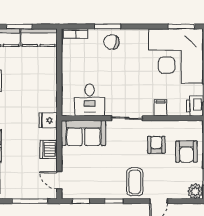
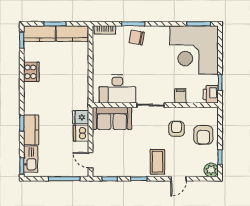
desk: (90, 100) -> (117, 89), width x1.37
fridge: (48, 120) -> (81, 117), moved

